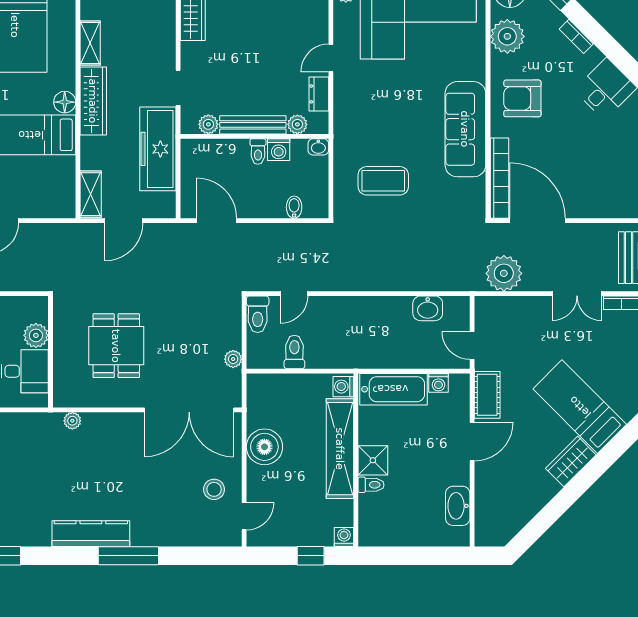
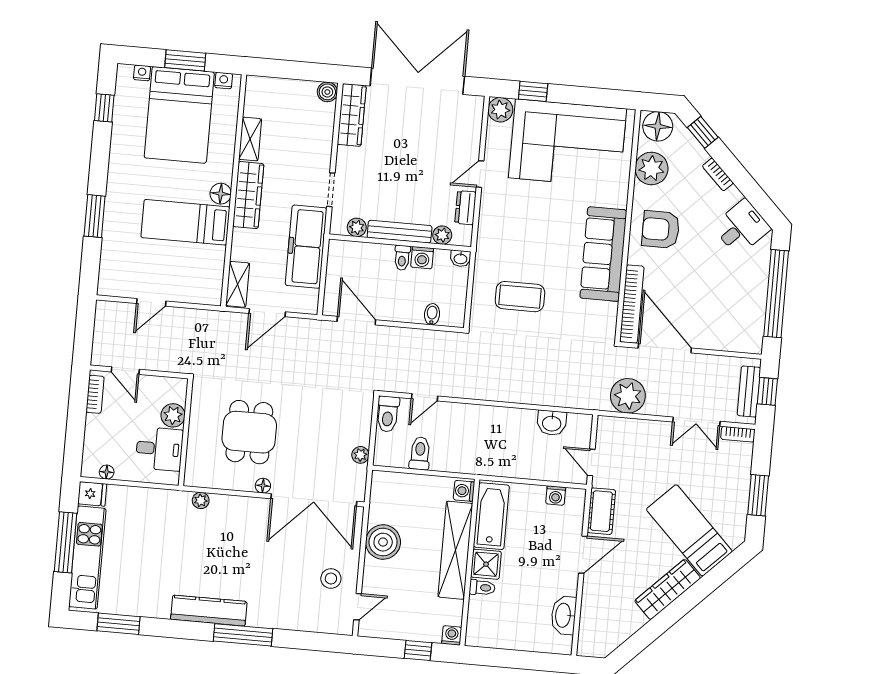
bathtub: (393, 389) -> (491, 516), moved, turned -90
floor lamp: (135, 400) -> (263, 486), added
wardrobe: (571, 462) -> (668, 589), width x1.50

